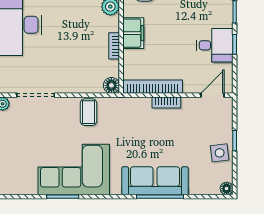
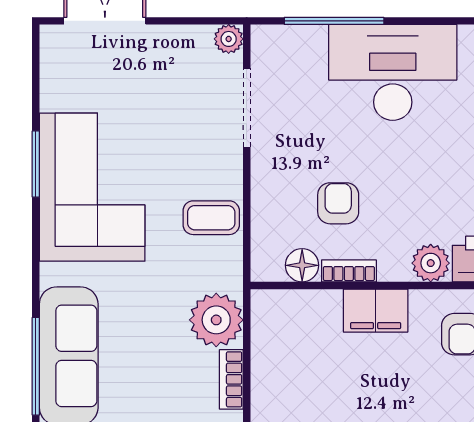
armchair: (82, 51) -> (338, 203), added
floor lamp: (111, 85) -> (302, 265), moved
bookcase: (153, 87) -> (264, 351), removed
plant: (138, 110) -> (216, 320), added

